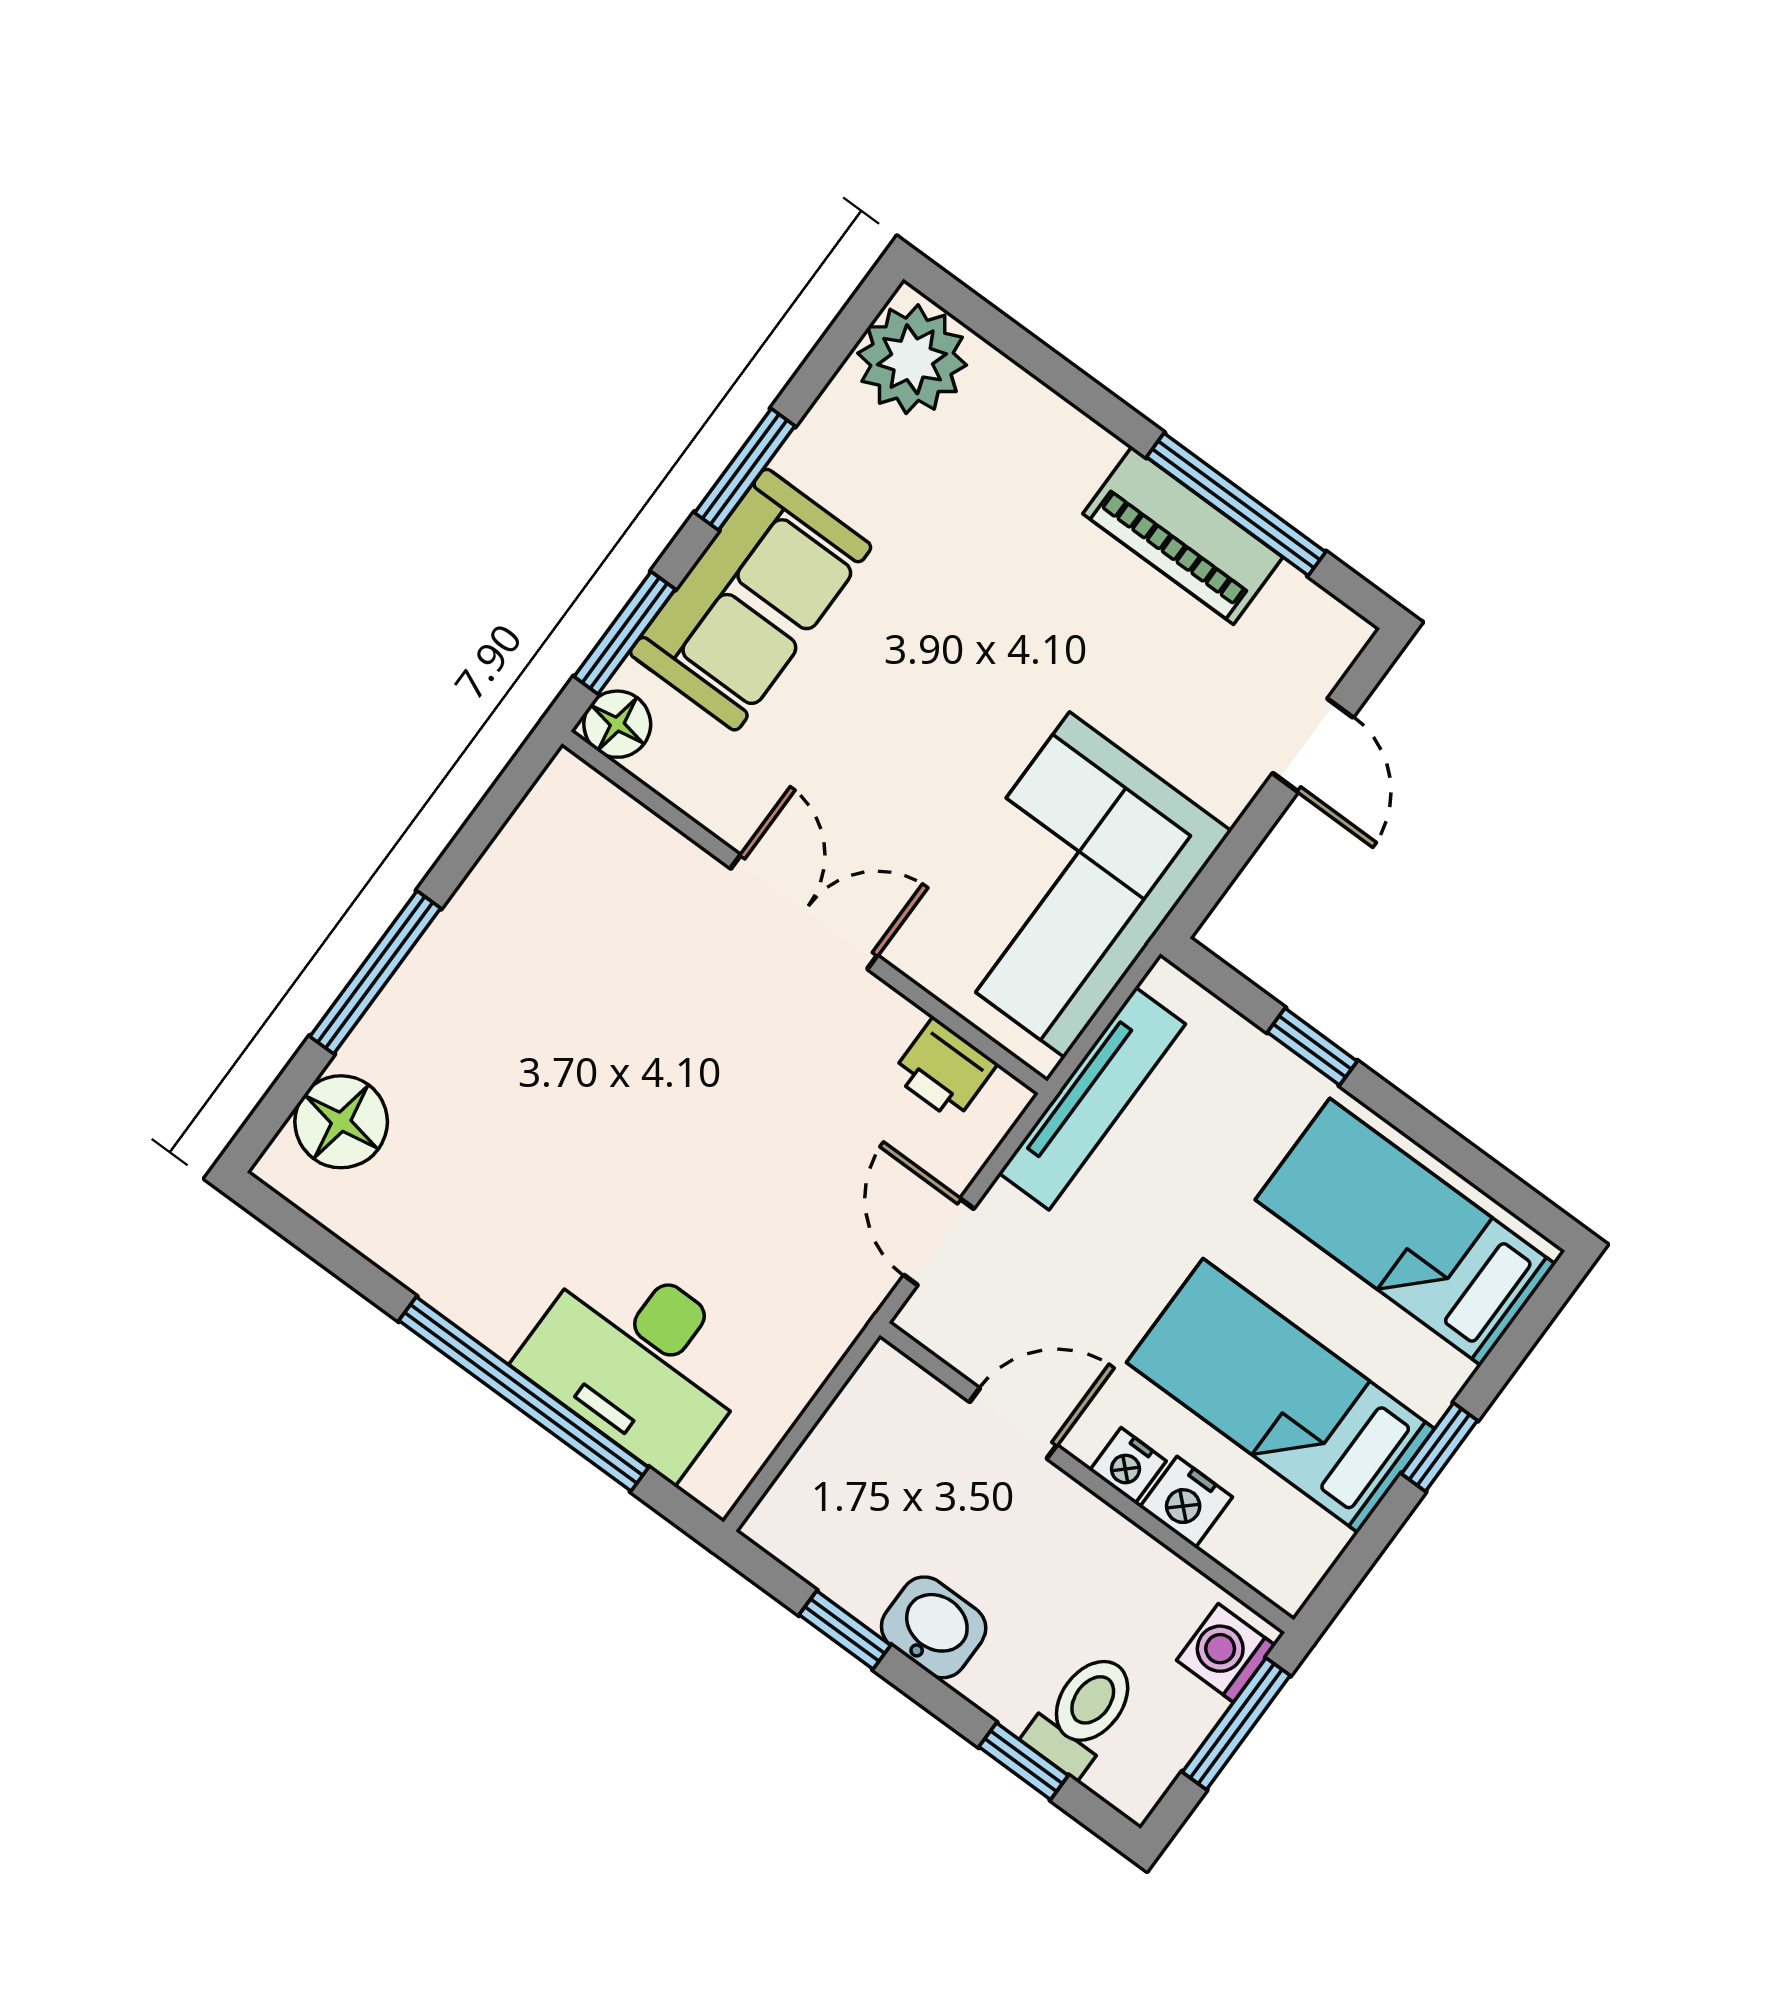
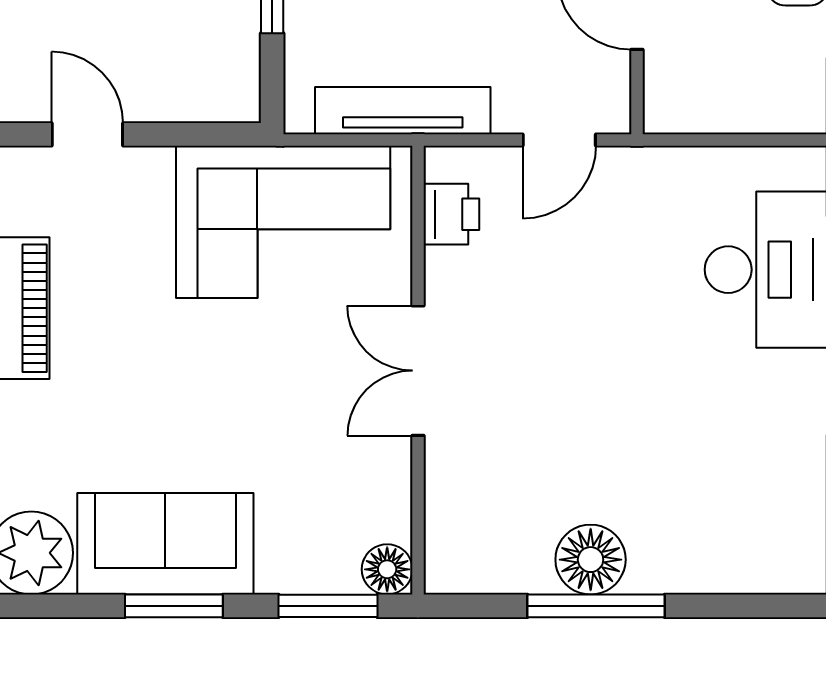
sofa: (751, 600) -> (165, 544), moved
door: (1313, 745) -> (87, 134), hinge flipped
window: (375, 972) -> (596, 606), moved
floor lamp: (341, 1122) -> (591, 560), moved

